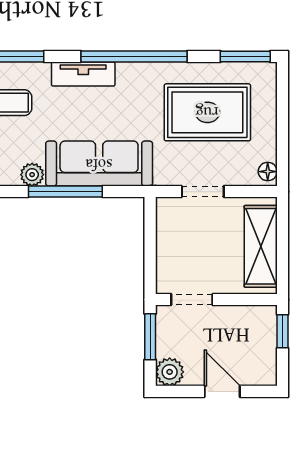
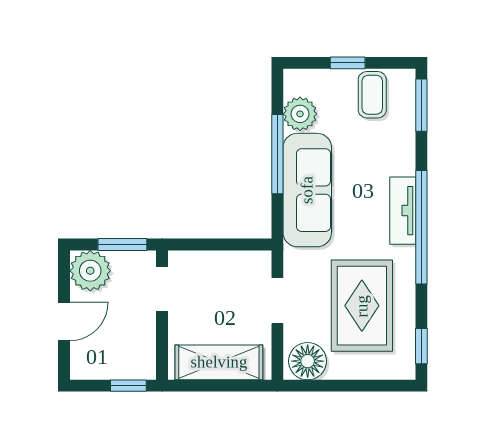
window: (245, 57) -> (421, 346), width x0.67
tv unit: (83, 74) -> (403, 211), moved
floor lamp: (268, 172) -> (308, 361), width x1.89, depth x1.89
plant: (32, 175) -> (300, 114), width x1.38, depth x1.38
plant: (170, 372) -> (90, 271), width x1.36, depth x1.36

